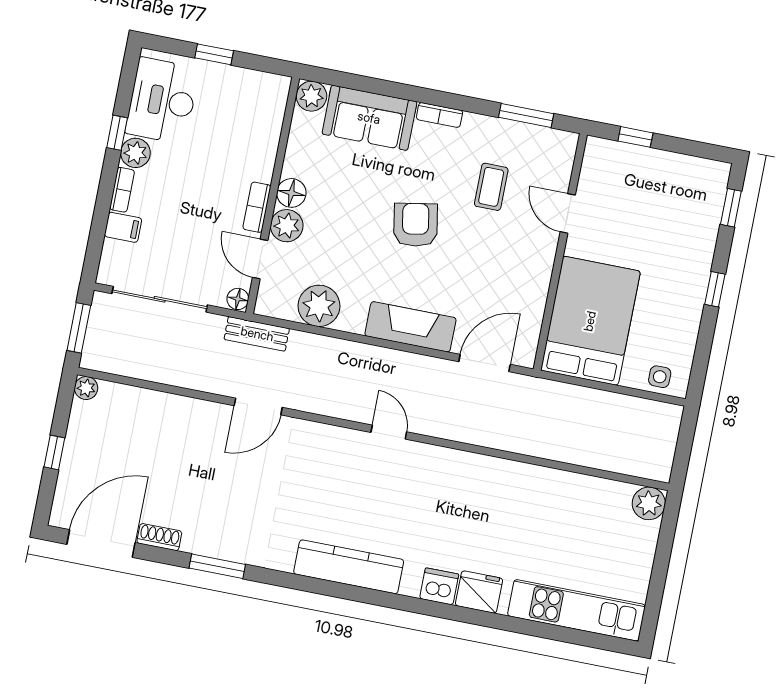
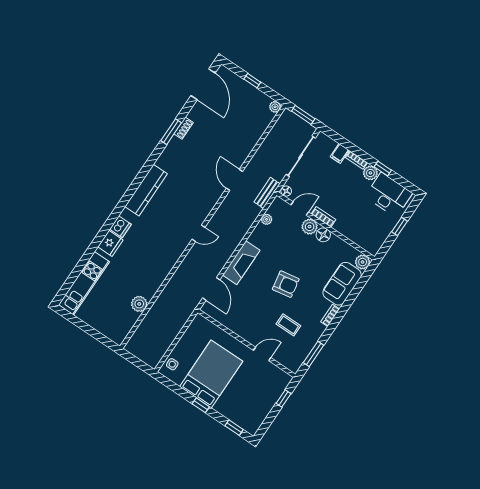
plant: (319, 306) -> (267, 219), width x0.53, depth x0.53
bed: (590, 321) -> (211, 374), moved, turned -90
plant: (649, 503) -> (139, 304), moved
shoe rack: (159, 537) -> (184, 128), moved

